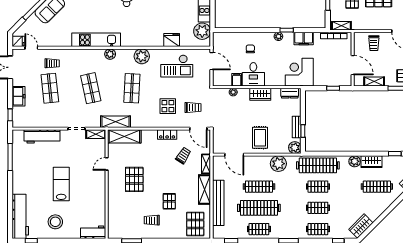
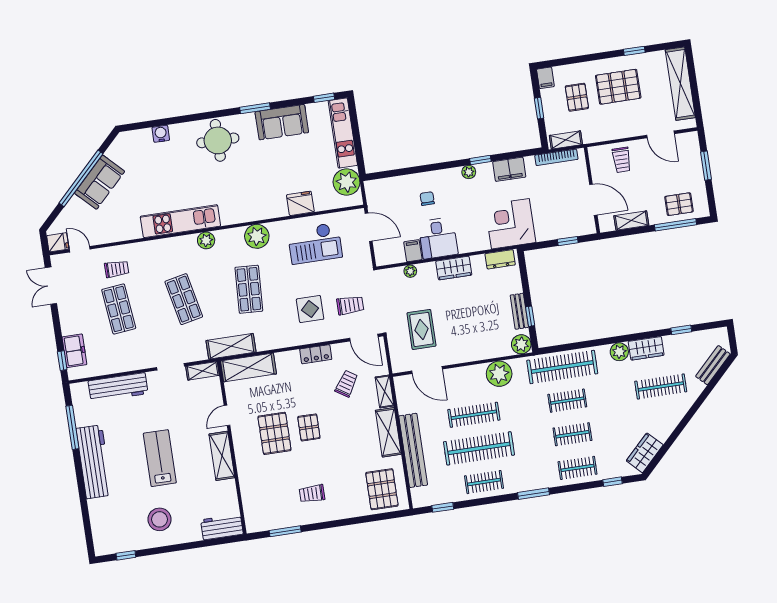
freezer: (19, 96) -> (74, 351), moved
rug: (260, 138) -> (421, 329), moved
shelving: (100, 188) -> (222, 456), added
pallet: (169, 201) -> (309, 427), moved
workbench: (20, 216) -> (94, 462), moved

